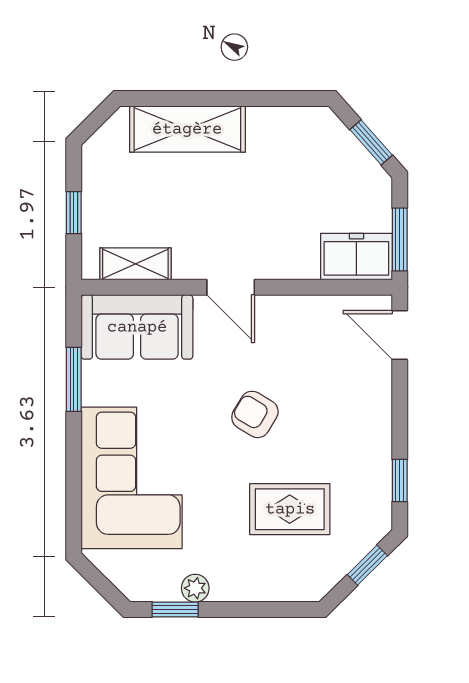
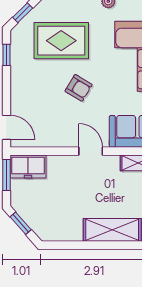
rug: (290, 509) -> (61, 41), width x1.36, depth x1.43

